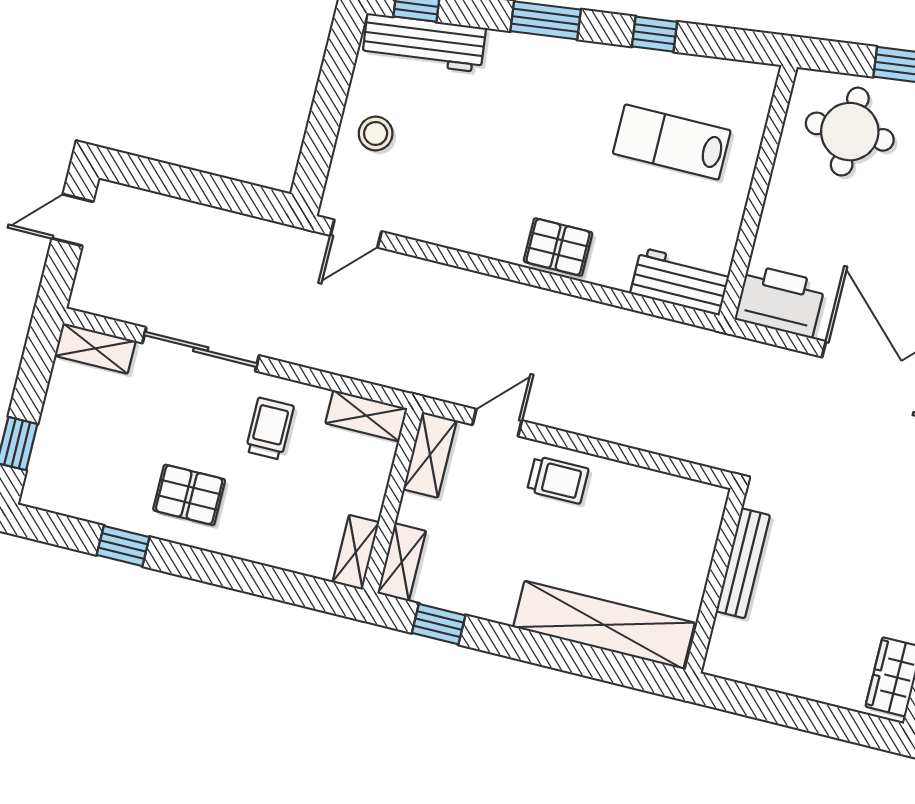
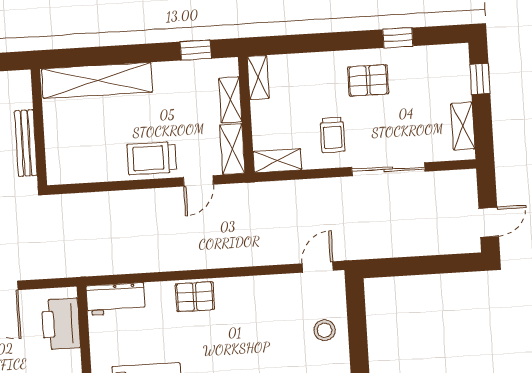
printer: (780, 301) -> (61, 324), moved, turned 90
shelving: (95, 348) -> (463, 126), moved, turned 90
trolley: (558, 480) -> (152, 158), width x1.36, depth x1.39
shelving: (402, 562) -> (230, 100), moved

